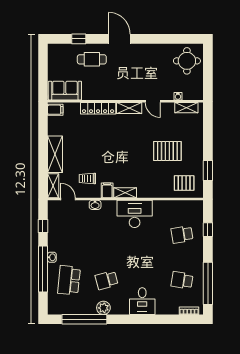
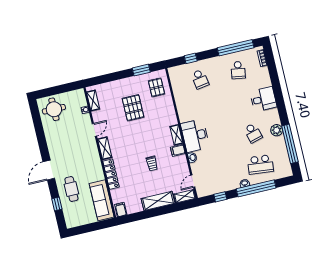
sofa: (65, 91) -> (102, 200), width x1.36
trolley: (87, 178) -> (152, 163), moved
desk: (135, 214) -> (195, 136), moved

